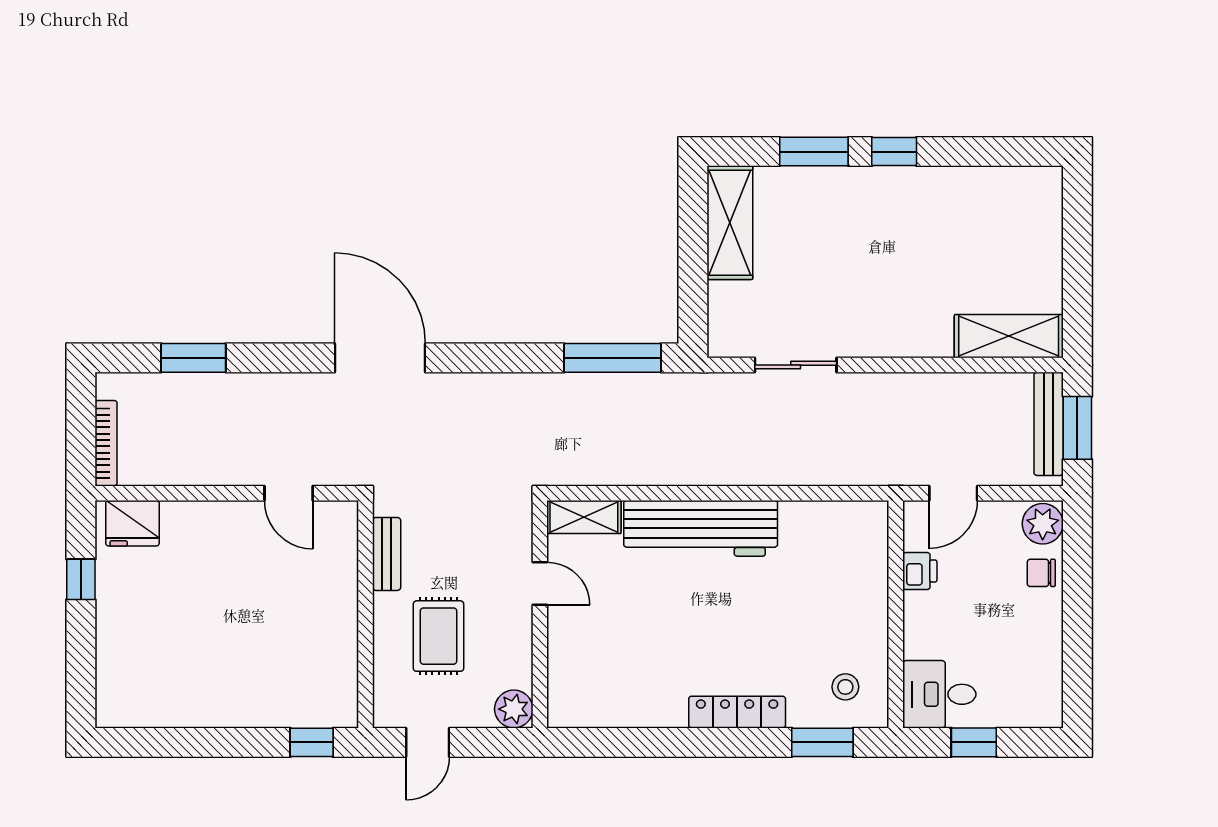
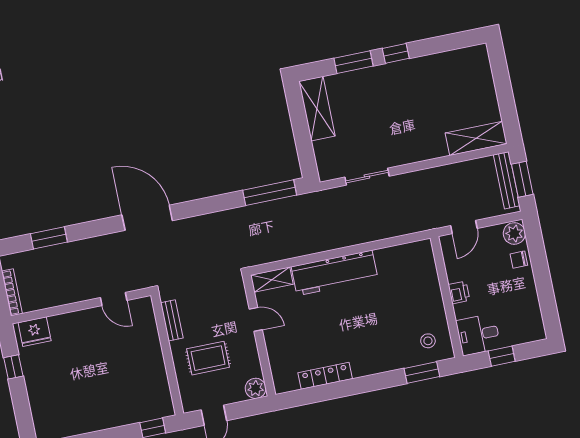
printer: (920, 571) -> (459, 292), moved
rug: (439, 636) -> (208, 358), turned 90
locker: (737, 712) -> (325, 376), moved

